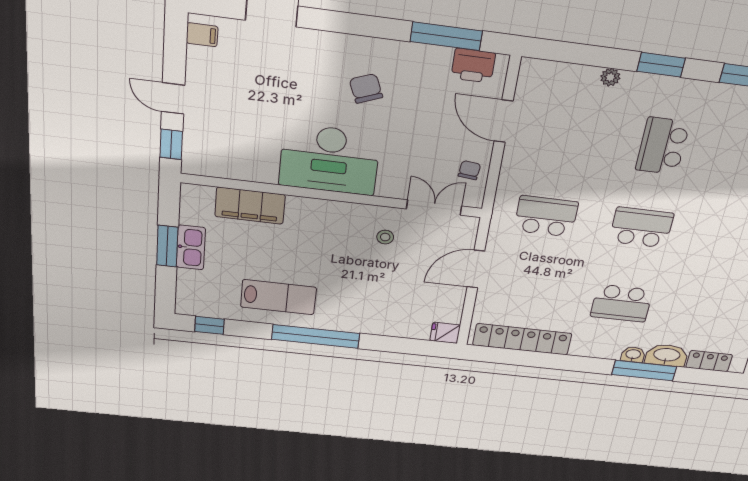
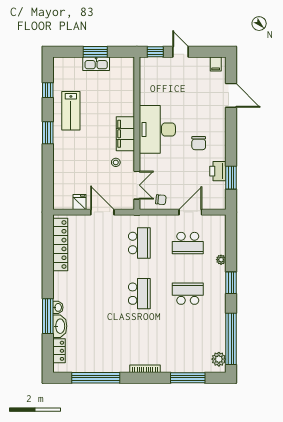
window: (446, 36) -> (231, 178), width x0.69
printer: (473, 66) -> (218, 171), moved
chair: (366, 88) -> (199, 143), turned 112
door: (173, 98) -> (181, 52), hinge flipped
filing cabinet: (250, 206) -> (125, 134), moved
school desk: (622, 303) -> (188, 243), moved, turned -90
window: (209, 325) -> (48, 90), moved
fridge: (445, 333) -> (79, 202), moved
window: (316, 336) -> (48, 133), width x0.47

